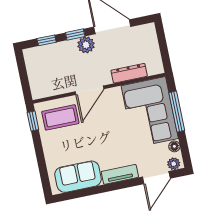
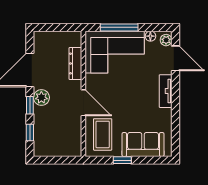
window: (33, 121) -> (122, 160), moved
sofa: (78, 177) -> (143, 144), moved, turned 90

